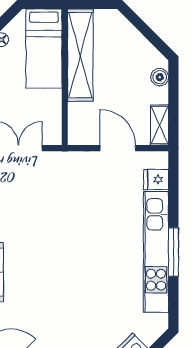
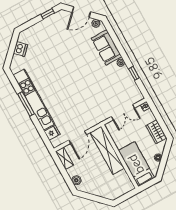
shelving: (80, 55) -> (107, 150), moved
door: (118, 148) -> (78, 137), hinge flipped

